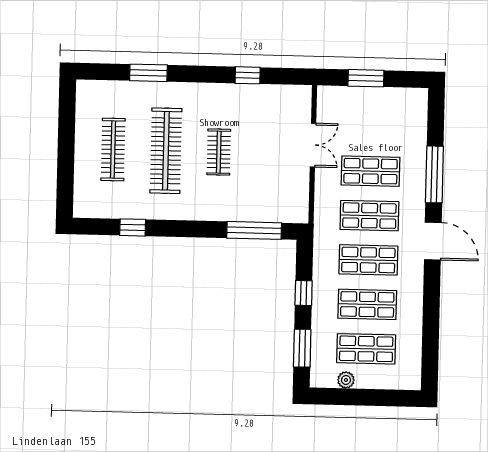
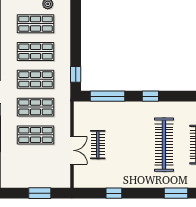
double door: (313, 145) -> (72, 150), swing flipped
clothes rail: (219, 152) -> (98, 145), moved
window: (133, 227) -> (150, 96), moved
window: (304, 293) -> (76, 74), moved
window: (302, 348) -> (76, 23), removed

